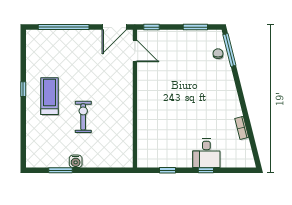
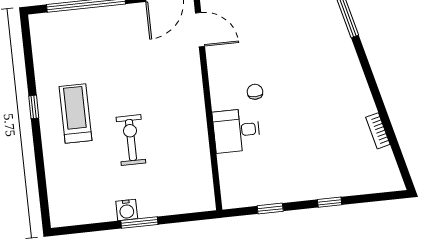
chair: (218, 54) -> (255, 92), moved
desk: (206, 153) -> (236, 130), moved, turned 90
window: (60, 170) -> (139, 223), moved

